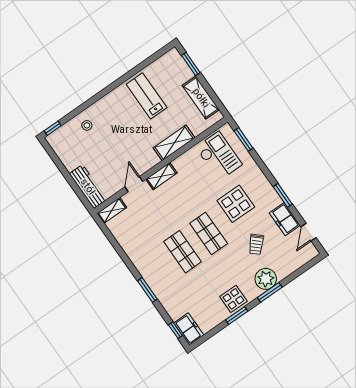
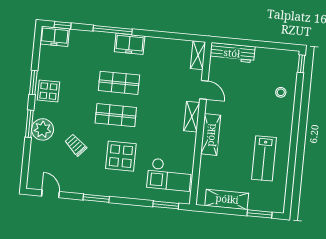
lab bench: (147, 96) -> (264, 158), turned 90
shelving: (174, 143) -> (211, 135), moved
freezer: (285, 219) -> (130, 44), moved, turned 180
window: (147, 290) -> (113, 30), width x1.44

